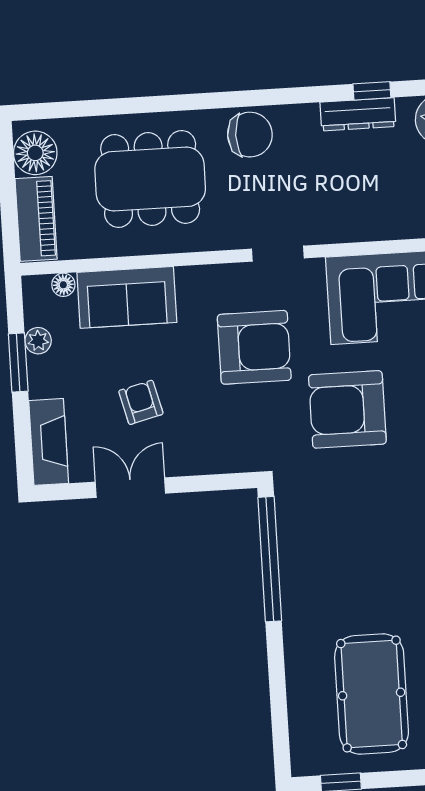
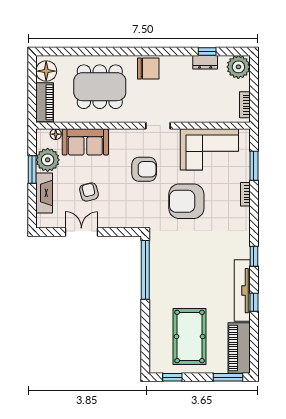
dresser: (358, 114) -> (205, 62), width x0.70
plant: (38, 341) -> (48, 160), width x1.88, depth x1.88
armchair: (254, 347) -> (144, 169), width x0.73, depth x0.73
fireplace: (49, 442) -> (44, 193), moved

